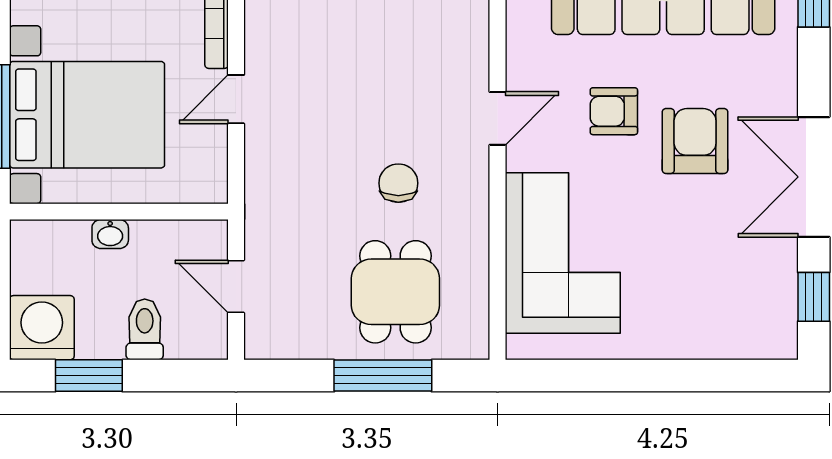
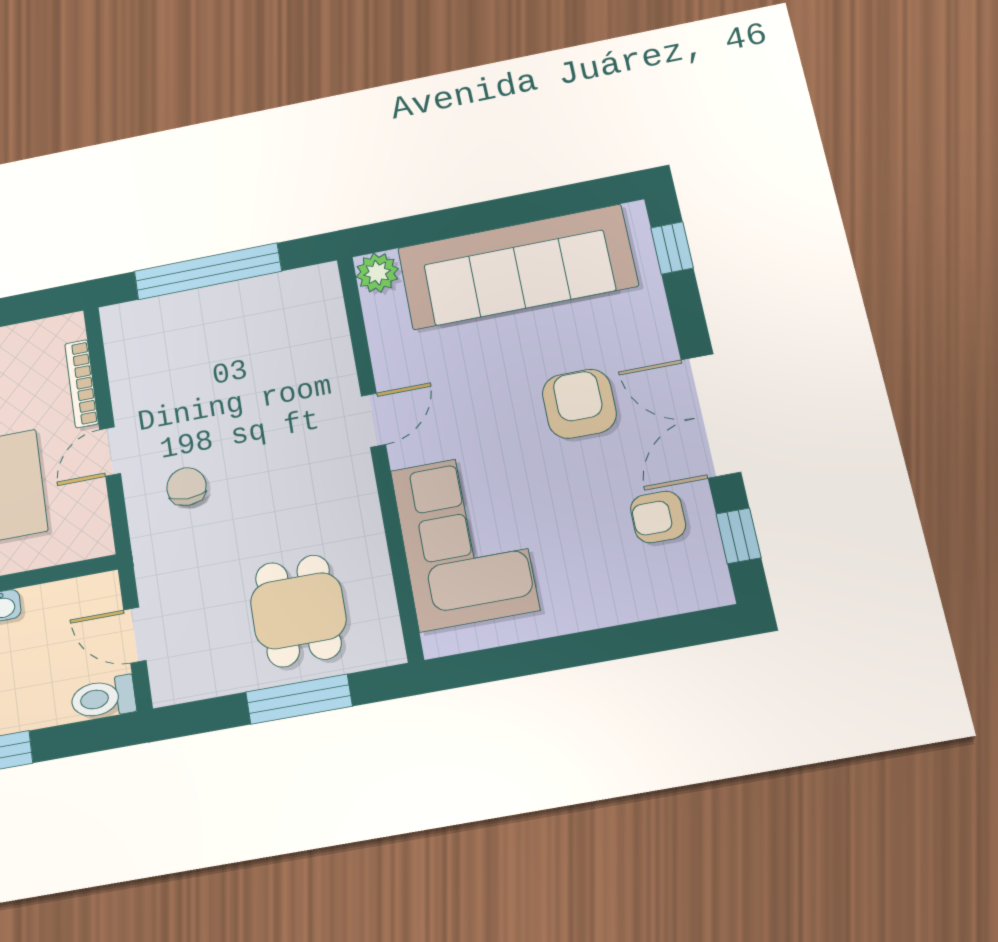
armchair: (614, 111) -> (658, 517), moved
chair: (398, 183) -> (186, 487), moved
toilet: (145, 329) -> (103, 698), moved, turned -90

